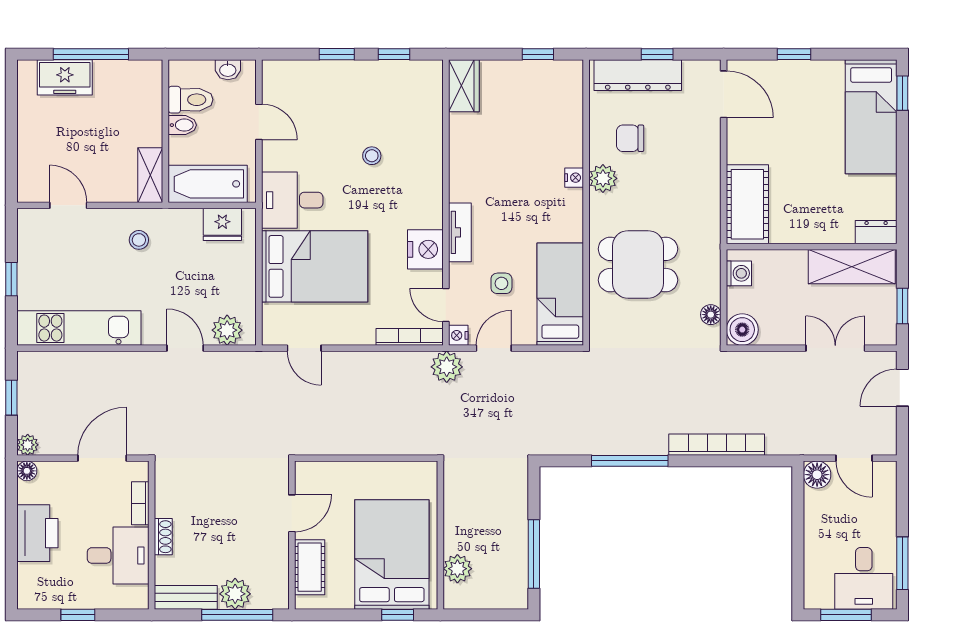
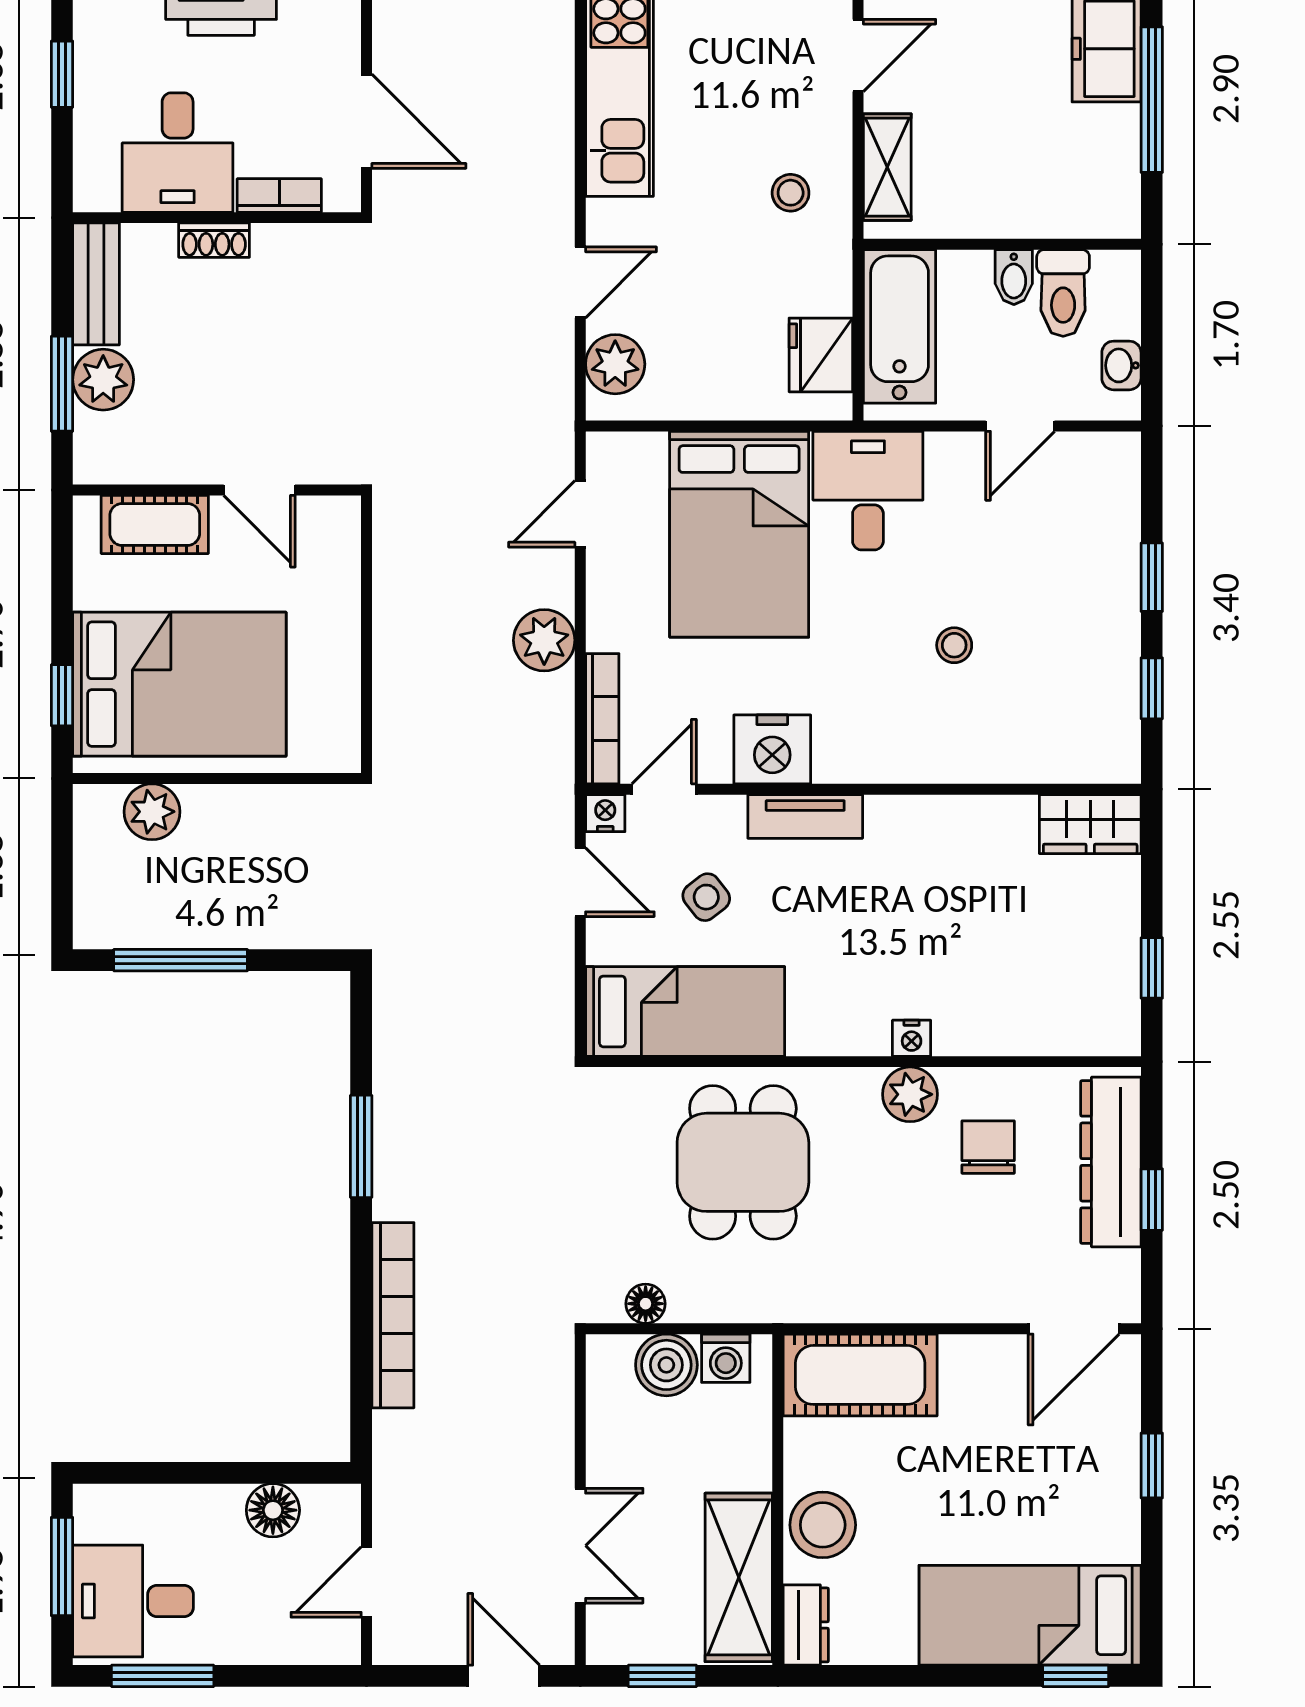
shelving: (150, 175) -> (887, 167), moved, turned 90
stool: (825, 223) -> (823, 1525), added
side table: (501, 283) -> (706, 897), turned -38
boiler: (742, 330) -> (666, 1365), moved
plant: (447, 367) -> (544, 640), moved
window: (630, 461) -> (361, 1146), width x0.69
floor lamp: (817, 475) -> (273, 1510), moved
window: (237, 615) -> (62, 384), width x0.69

